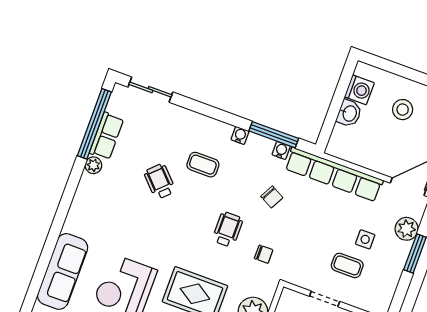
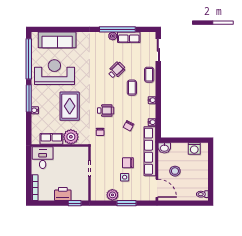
stool: (403, 110) -> (175, 171), moved
washbasin: (349, 113) -> (164, 148), moved
window: (94, 124) -> (117, 29), moved
window: (274, 135) -> (158, 116), removed
chair: (340, 223) -> (128, 163), added
plant: (407, 229) -> (112, 195), moved
coffee table: (347, 265) -> (149, 75), moved

